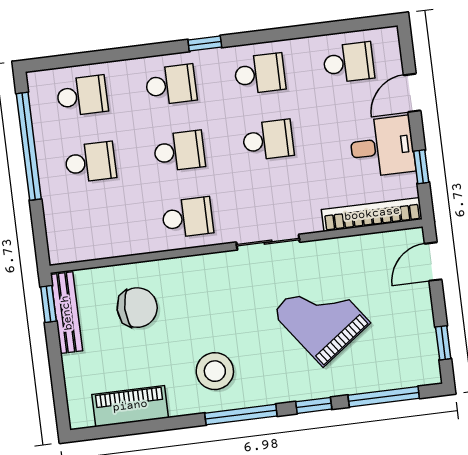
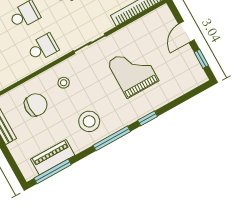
door: (433, 262) -> (186, 32), moved
stool: (198, 290) -> (64, 83), added
grand piano: (321, 318) -> (133, 71), turned 36
window: (384, 397) -> (53, 171), moved

